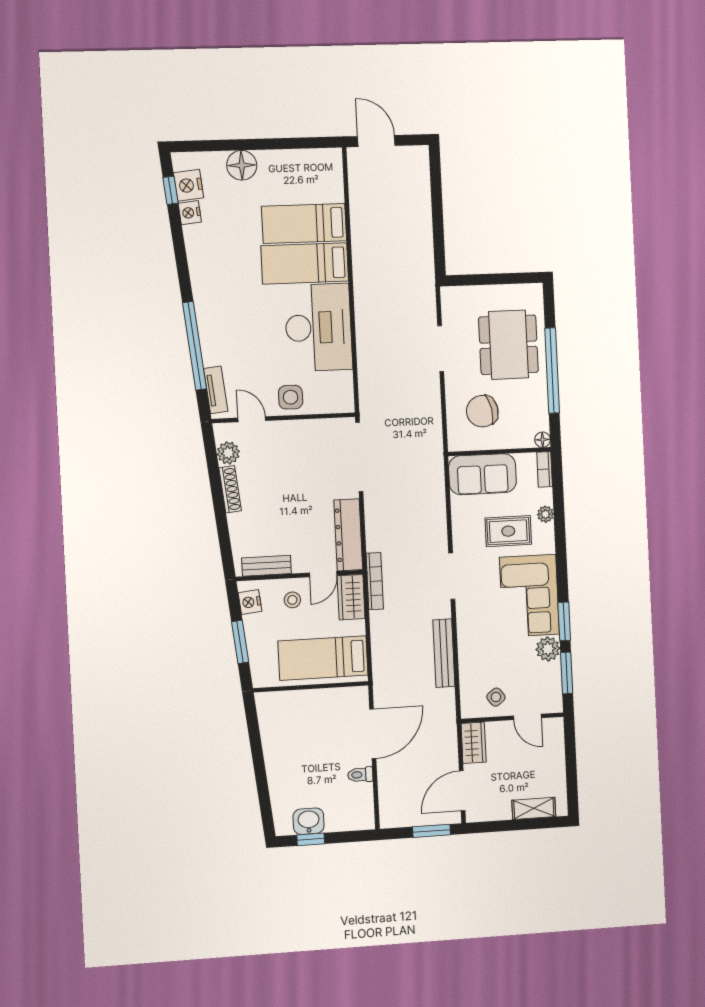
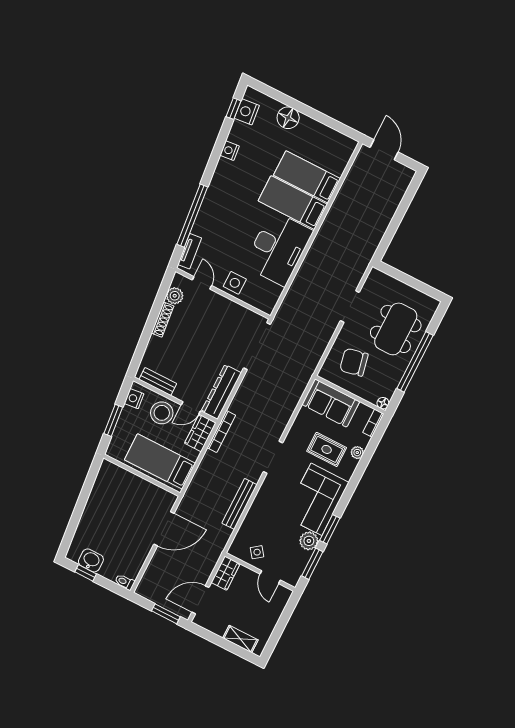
nightstand: (190, 213) -> (230, 151), moved
stool: (292, 600) -> (162, 413), width x1.89, depth x1.89
toilet: (360, 775) -> (125, 582), moved

